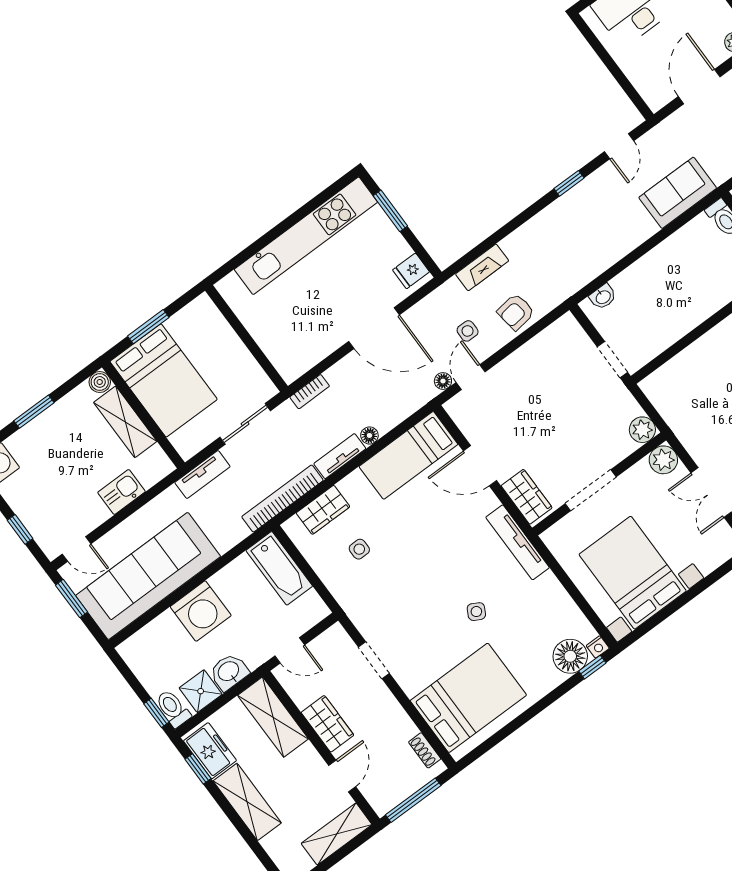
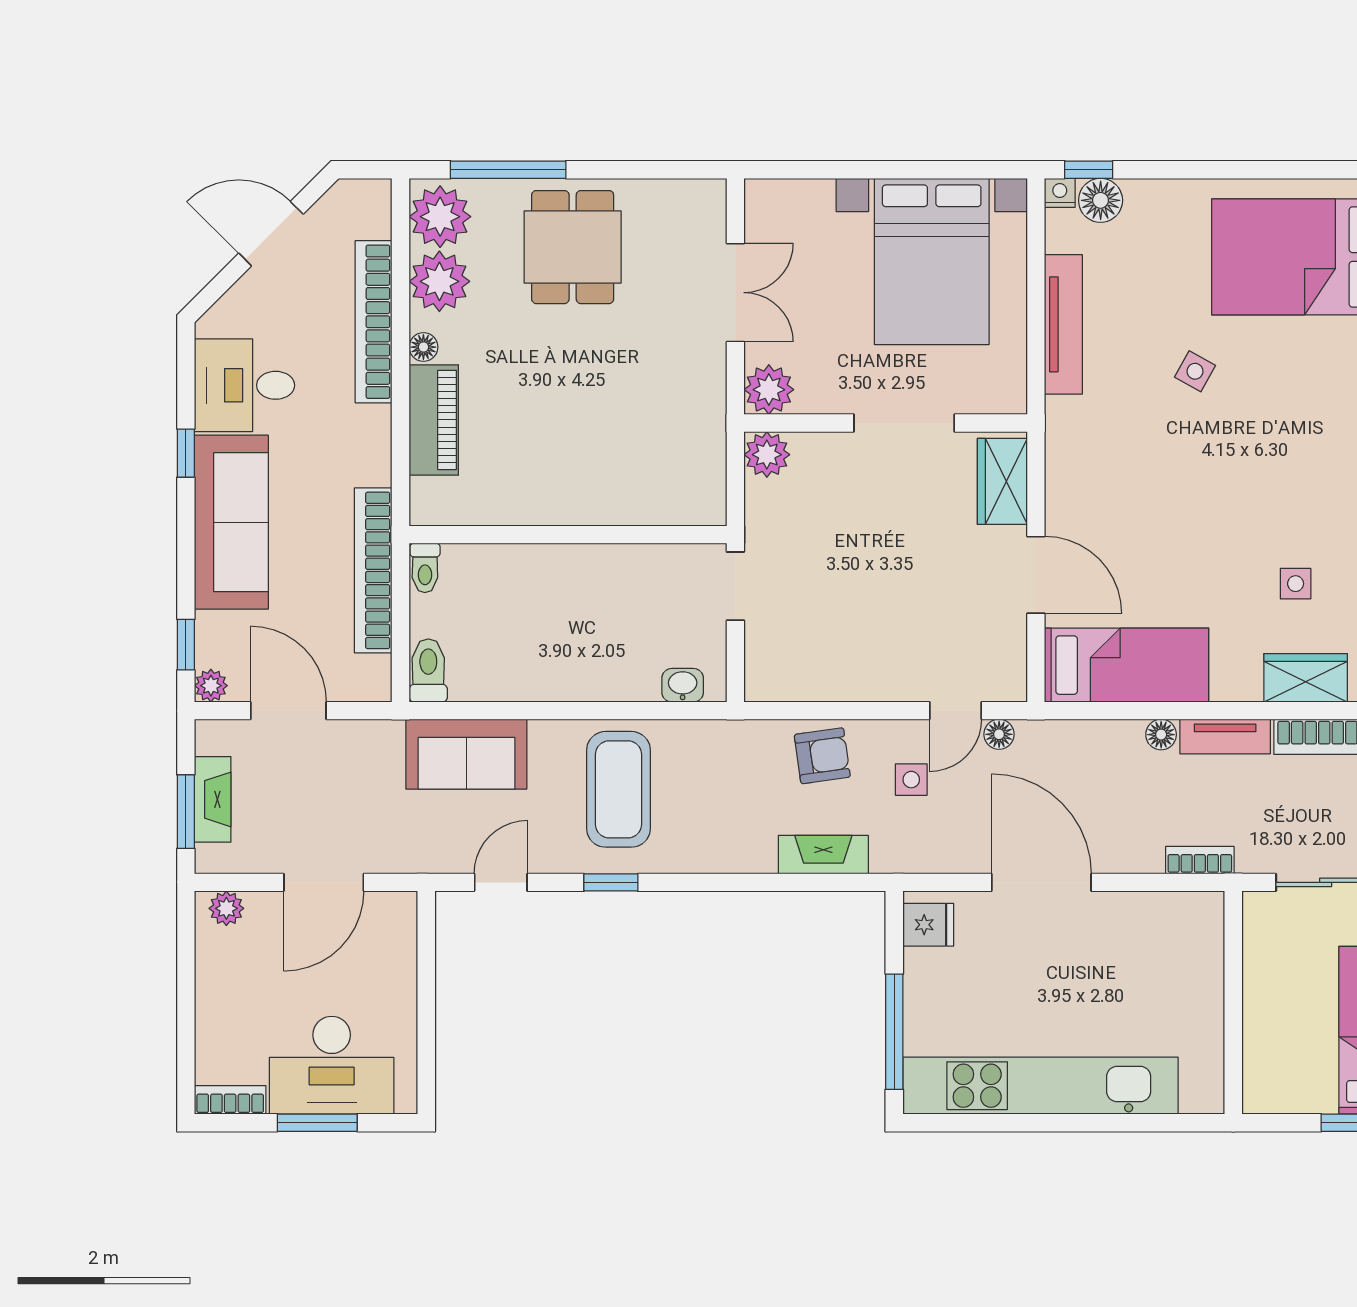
window: (390, 211) -> (894, 1032), width x1.44
coffee table: (597, 228) -> (618, 789), added
tv unit: (518, 542) -> (1063, 324), moved
floor lamp: (570, 656) -> (1101, 200), width x0.73, depth x0.73

